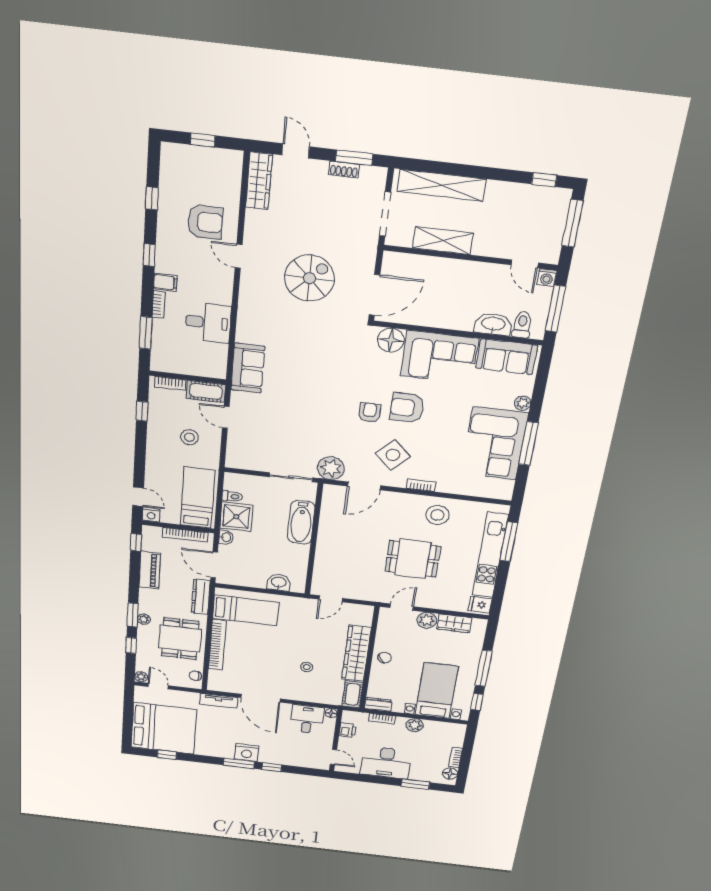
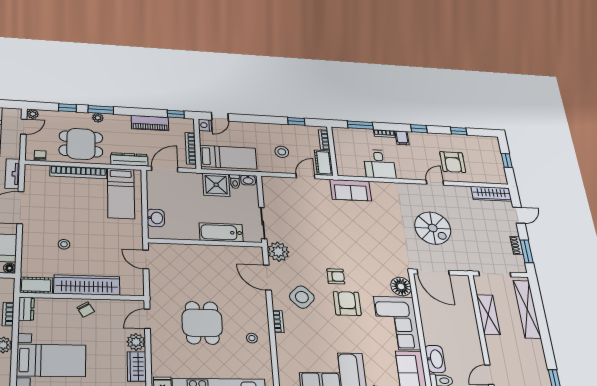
stool: (437, 515) -> (252, 338), width x0.53, depth x0.53
washbasin: (226, 537) -> (248, 180), moved
door: (402, 607) -> (147, 319), swing flipped

